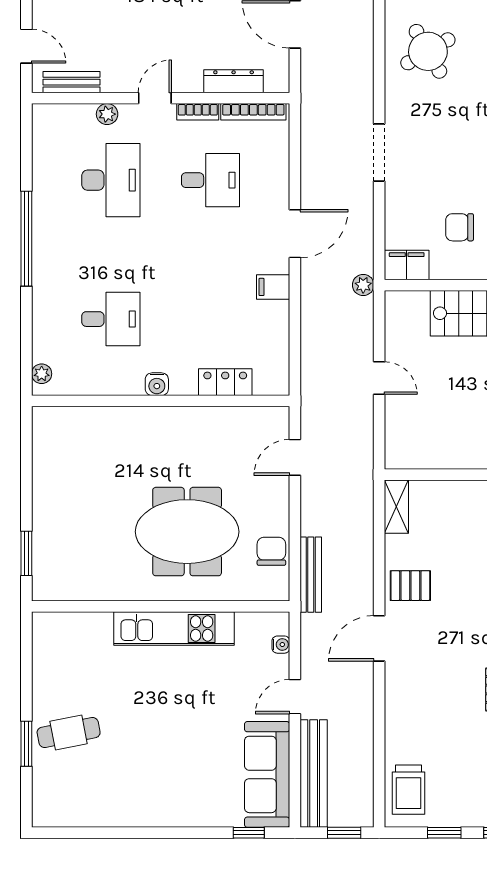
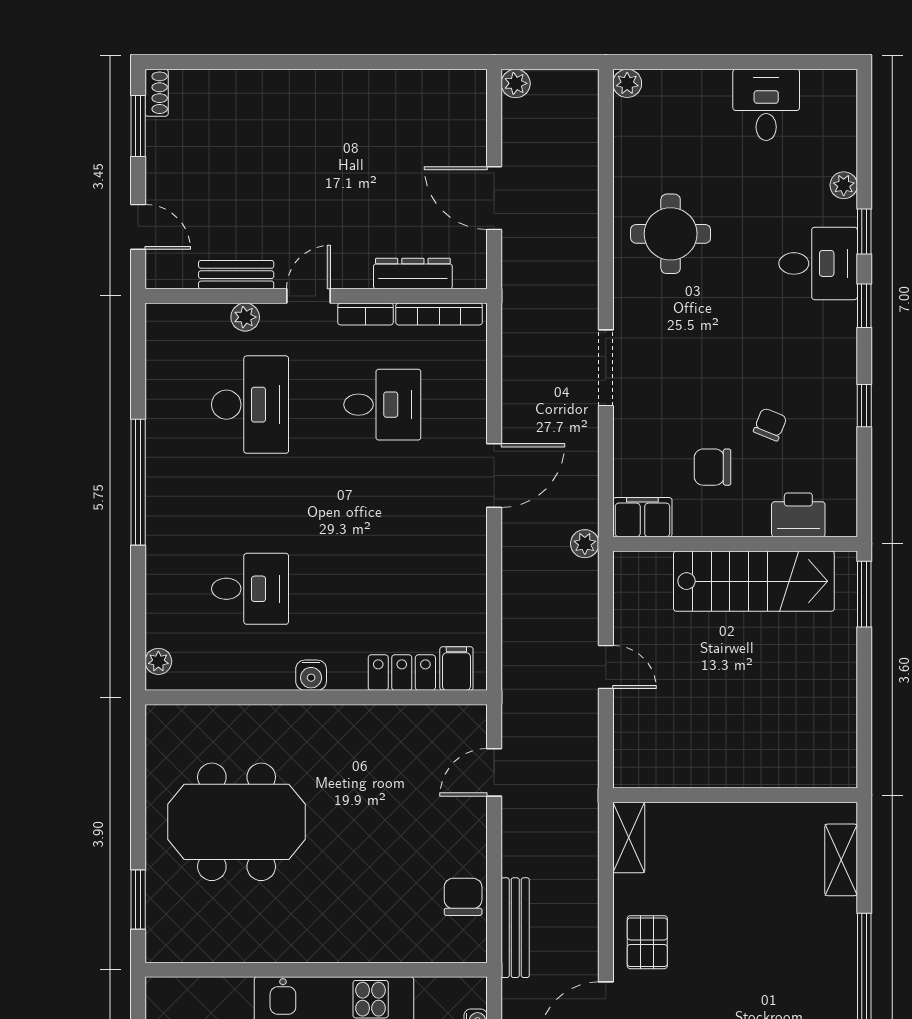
round table: (428, 51) -> (671, 234), turned 30
bench: (72, 82) -> (236, 275), moved
filing cabinet: (273, 287) -> (456, 669), moved, turned 90
meeting table: (187, 532) -> (237, 822), moved
pallet: (410, 586) -> (647, 942), turned 90

